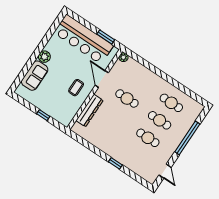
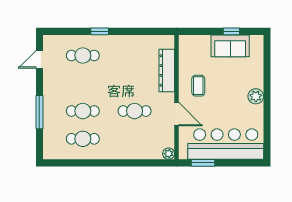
sofa: (35, 76) -> (230, 46), moved, turned -90
window: (43, 115) -> (231, 31), moved
cafe table: (148, 138) -> (83, 55), moved
window: (187, 138) -> (39, 112), width x0.68
door: (165, 171) -> (39, 59), hinge flipped

